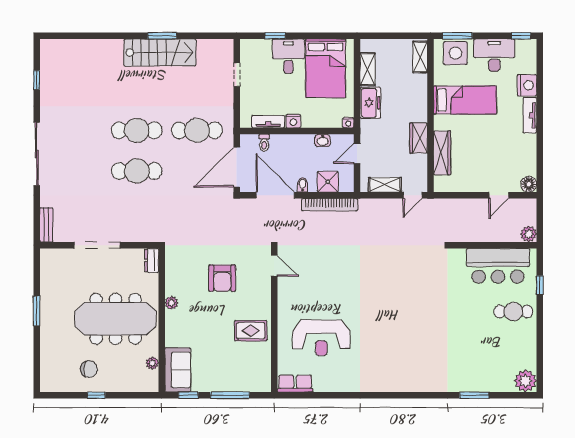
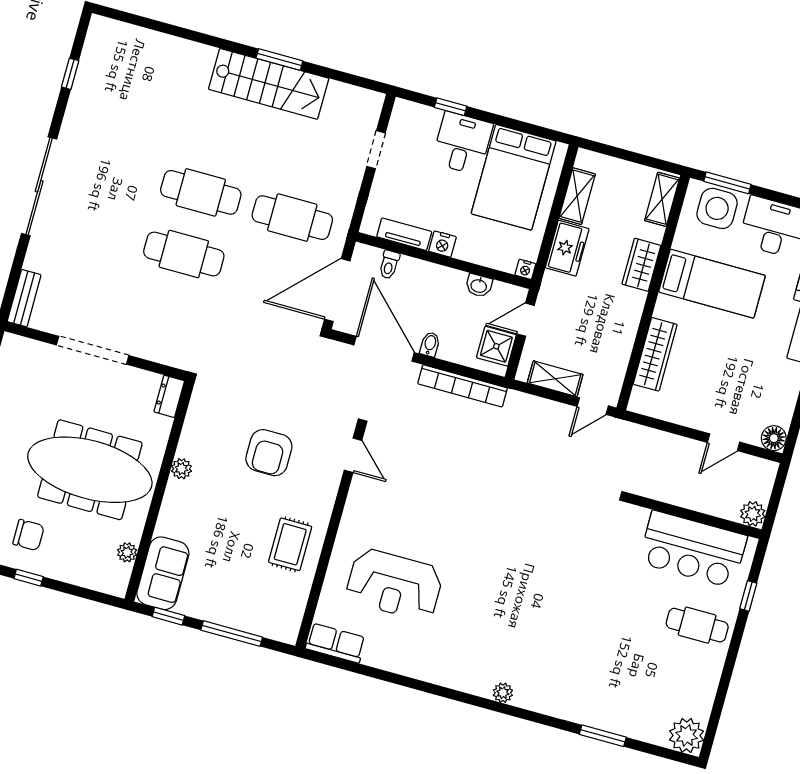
wardrobe: (419, 138) -> (641, 265), moved
shower: (328, 182) -> (496, 346), moved
rug: (251, 331) -> (290, 544), turned 90
plant: (406, 386) -> (503, 693), added

